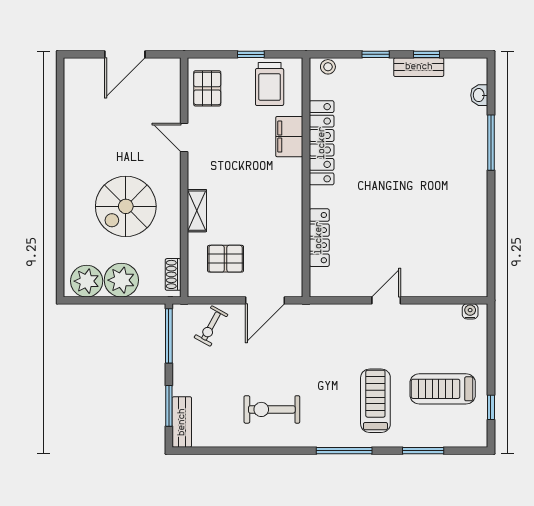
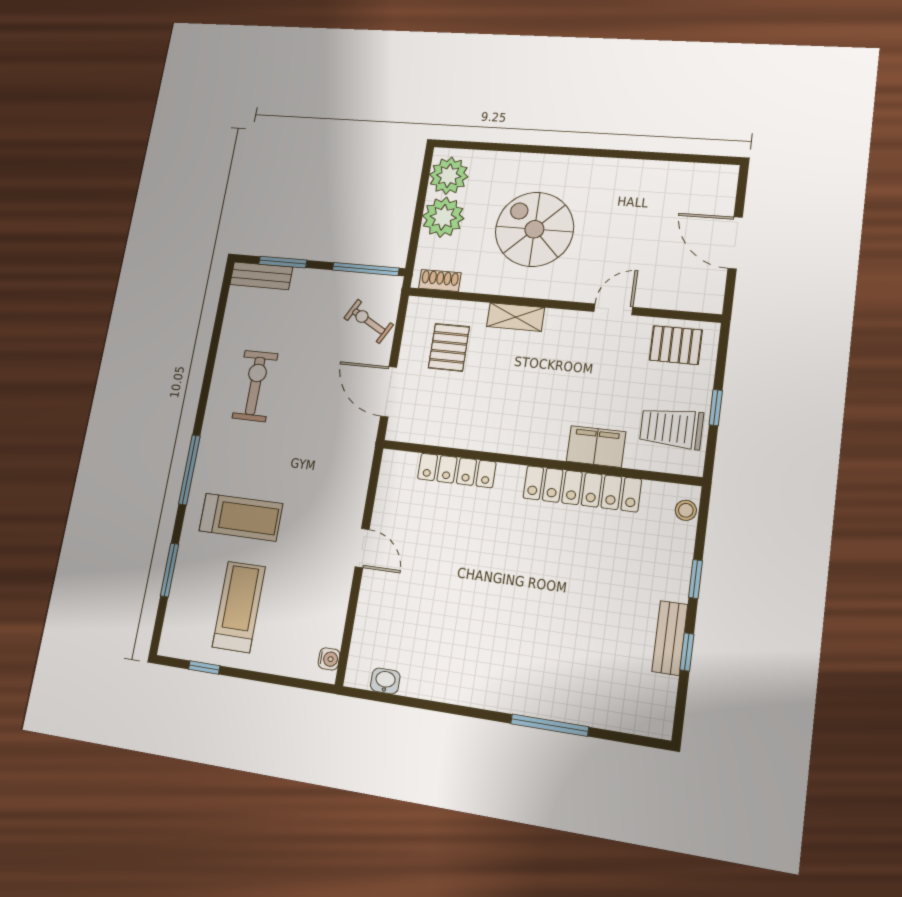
washbasin: (479, 95) -> (385, 681), moved

